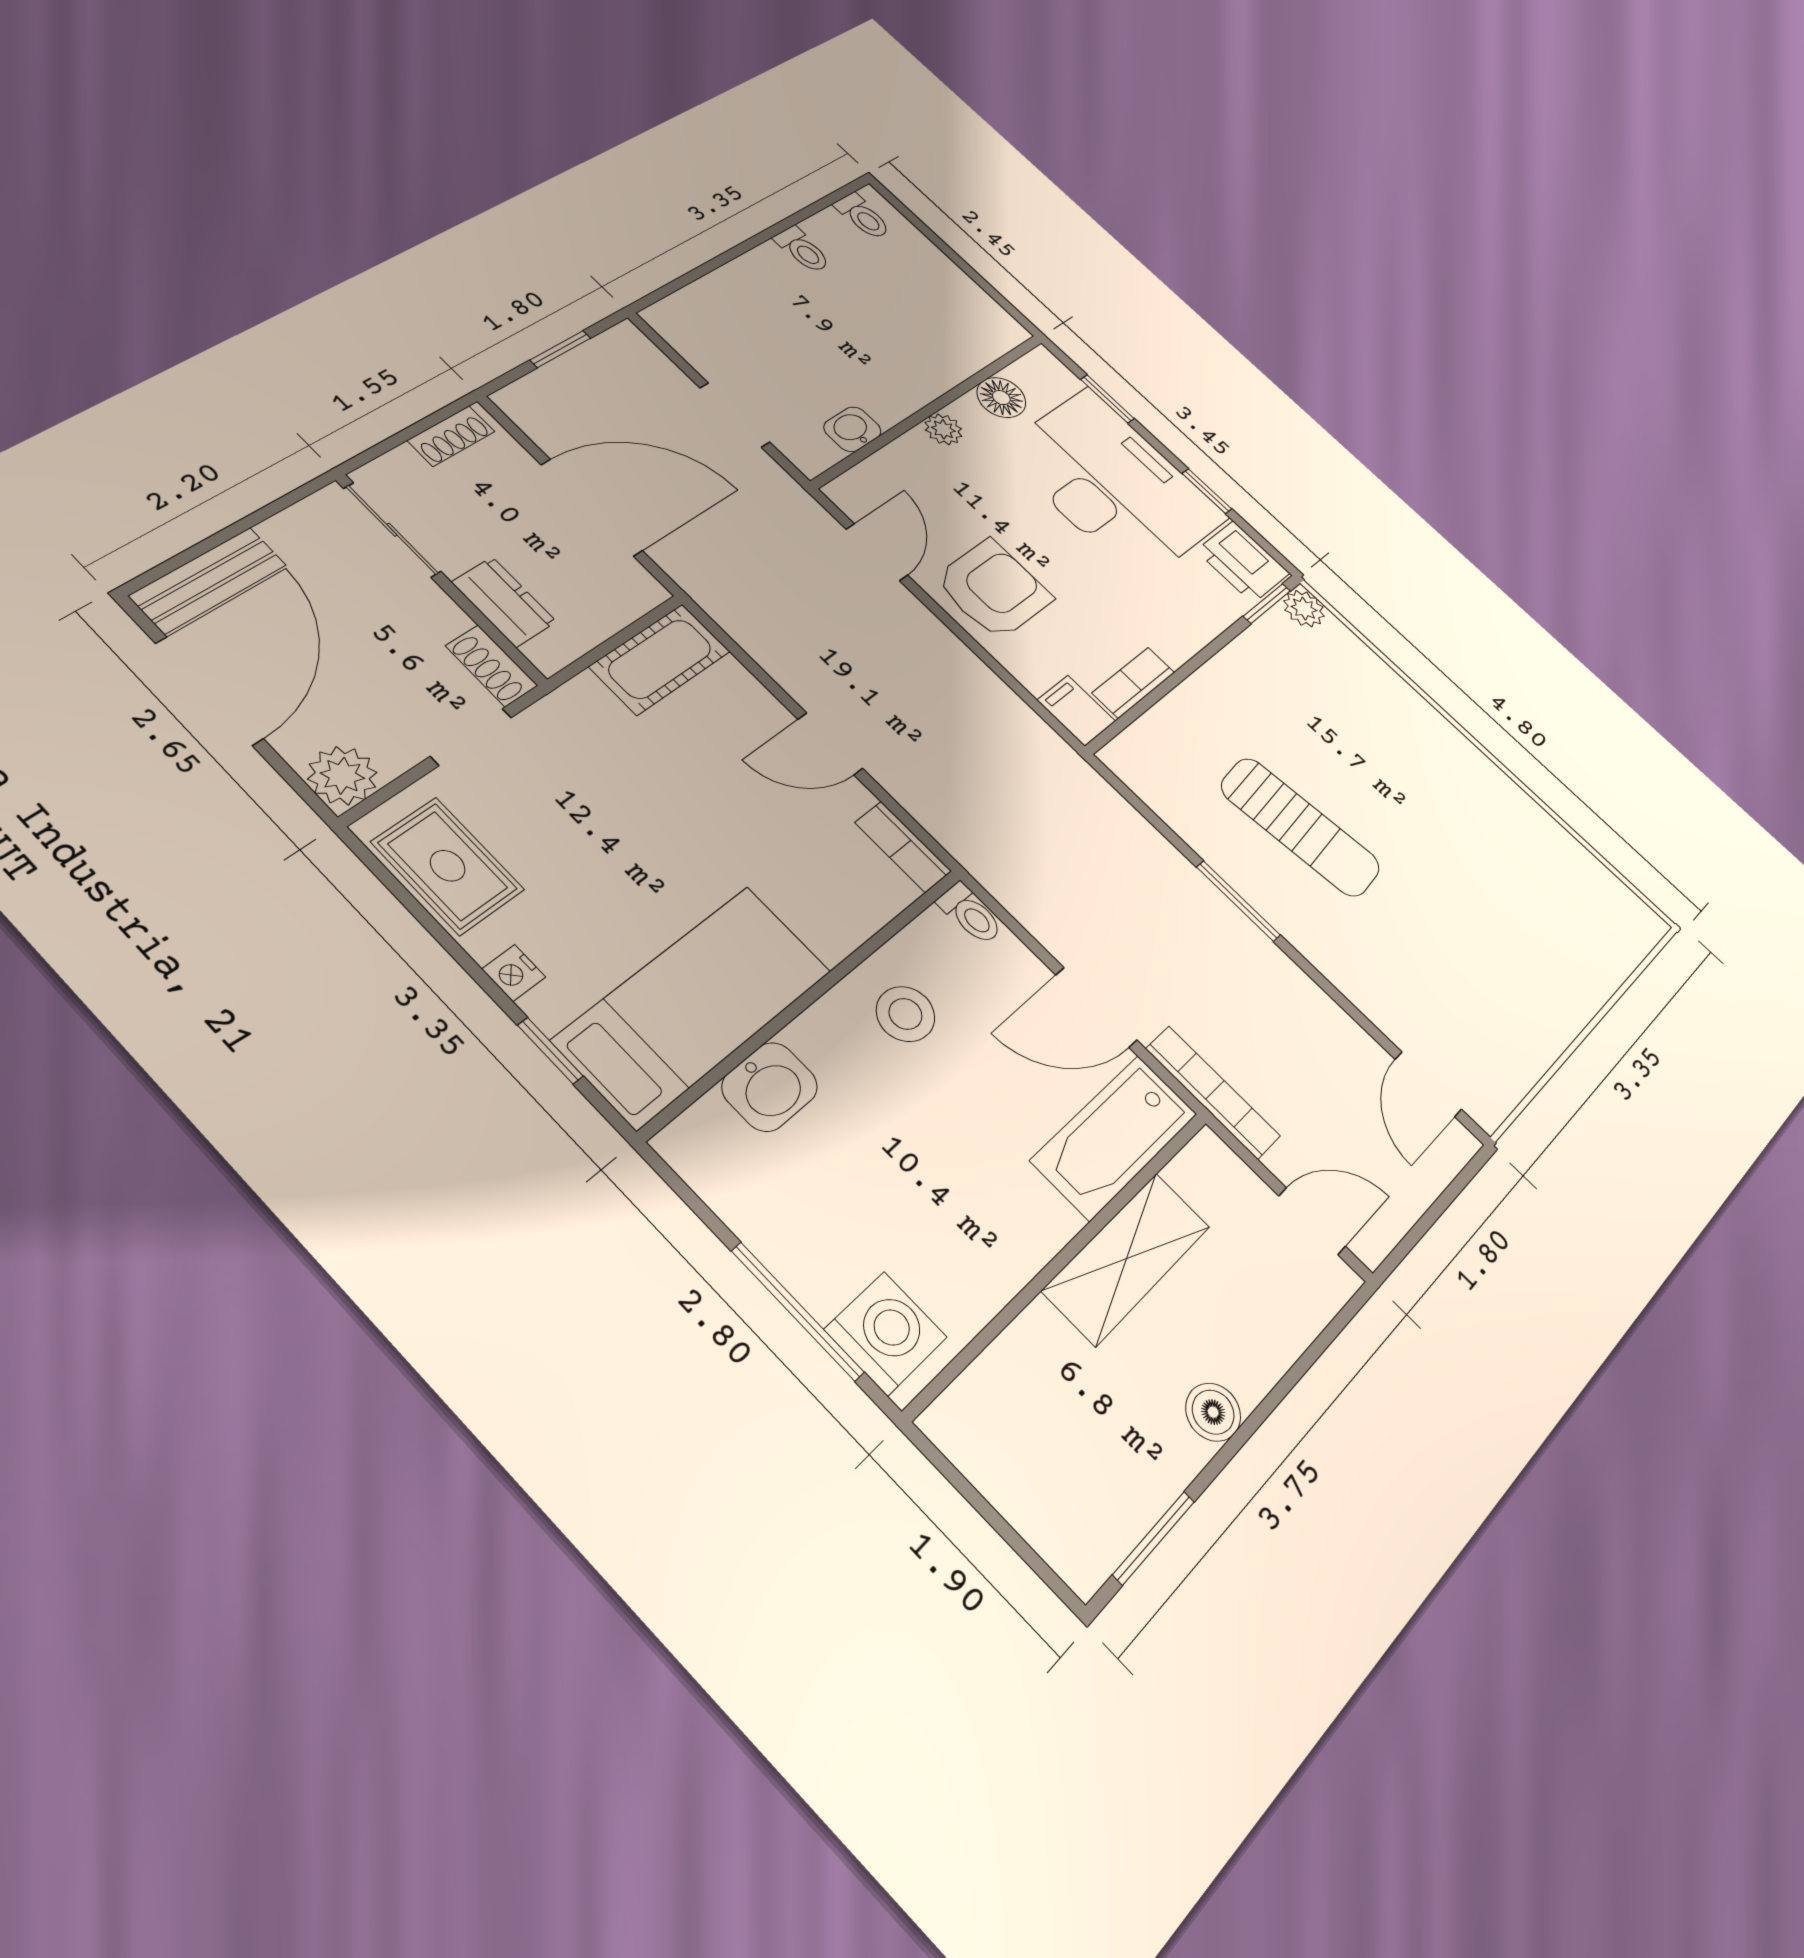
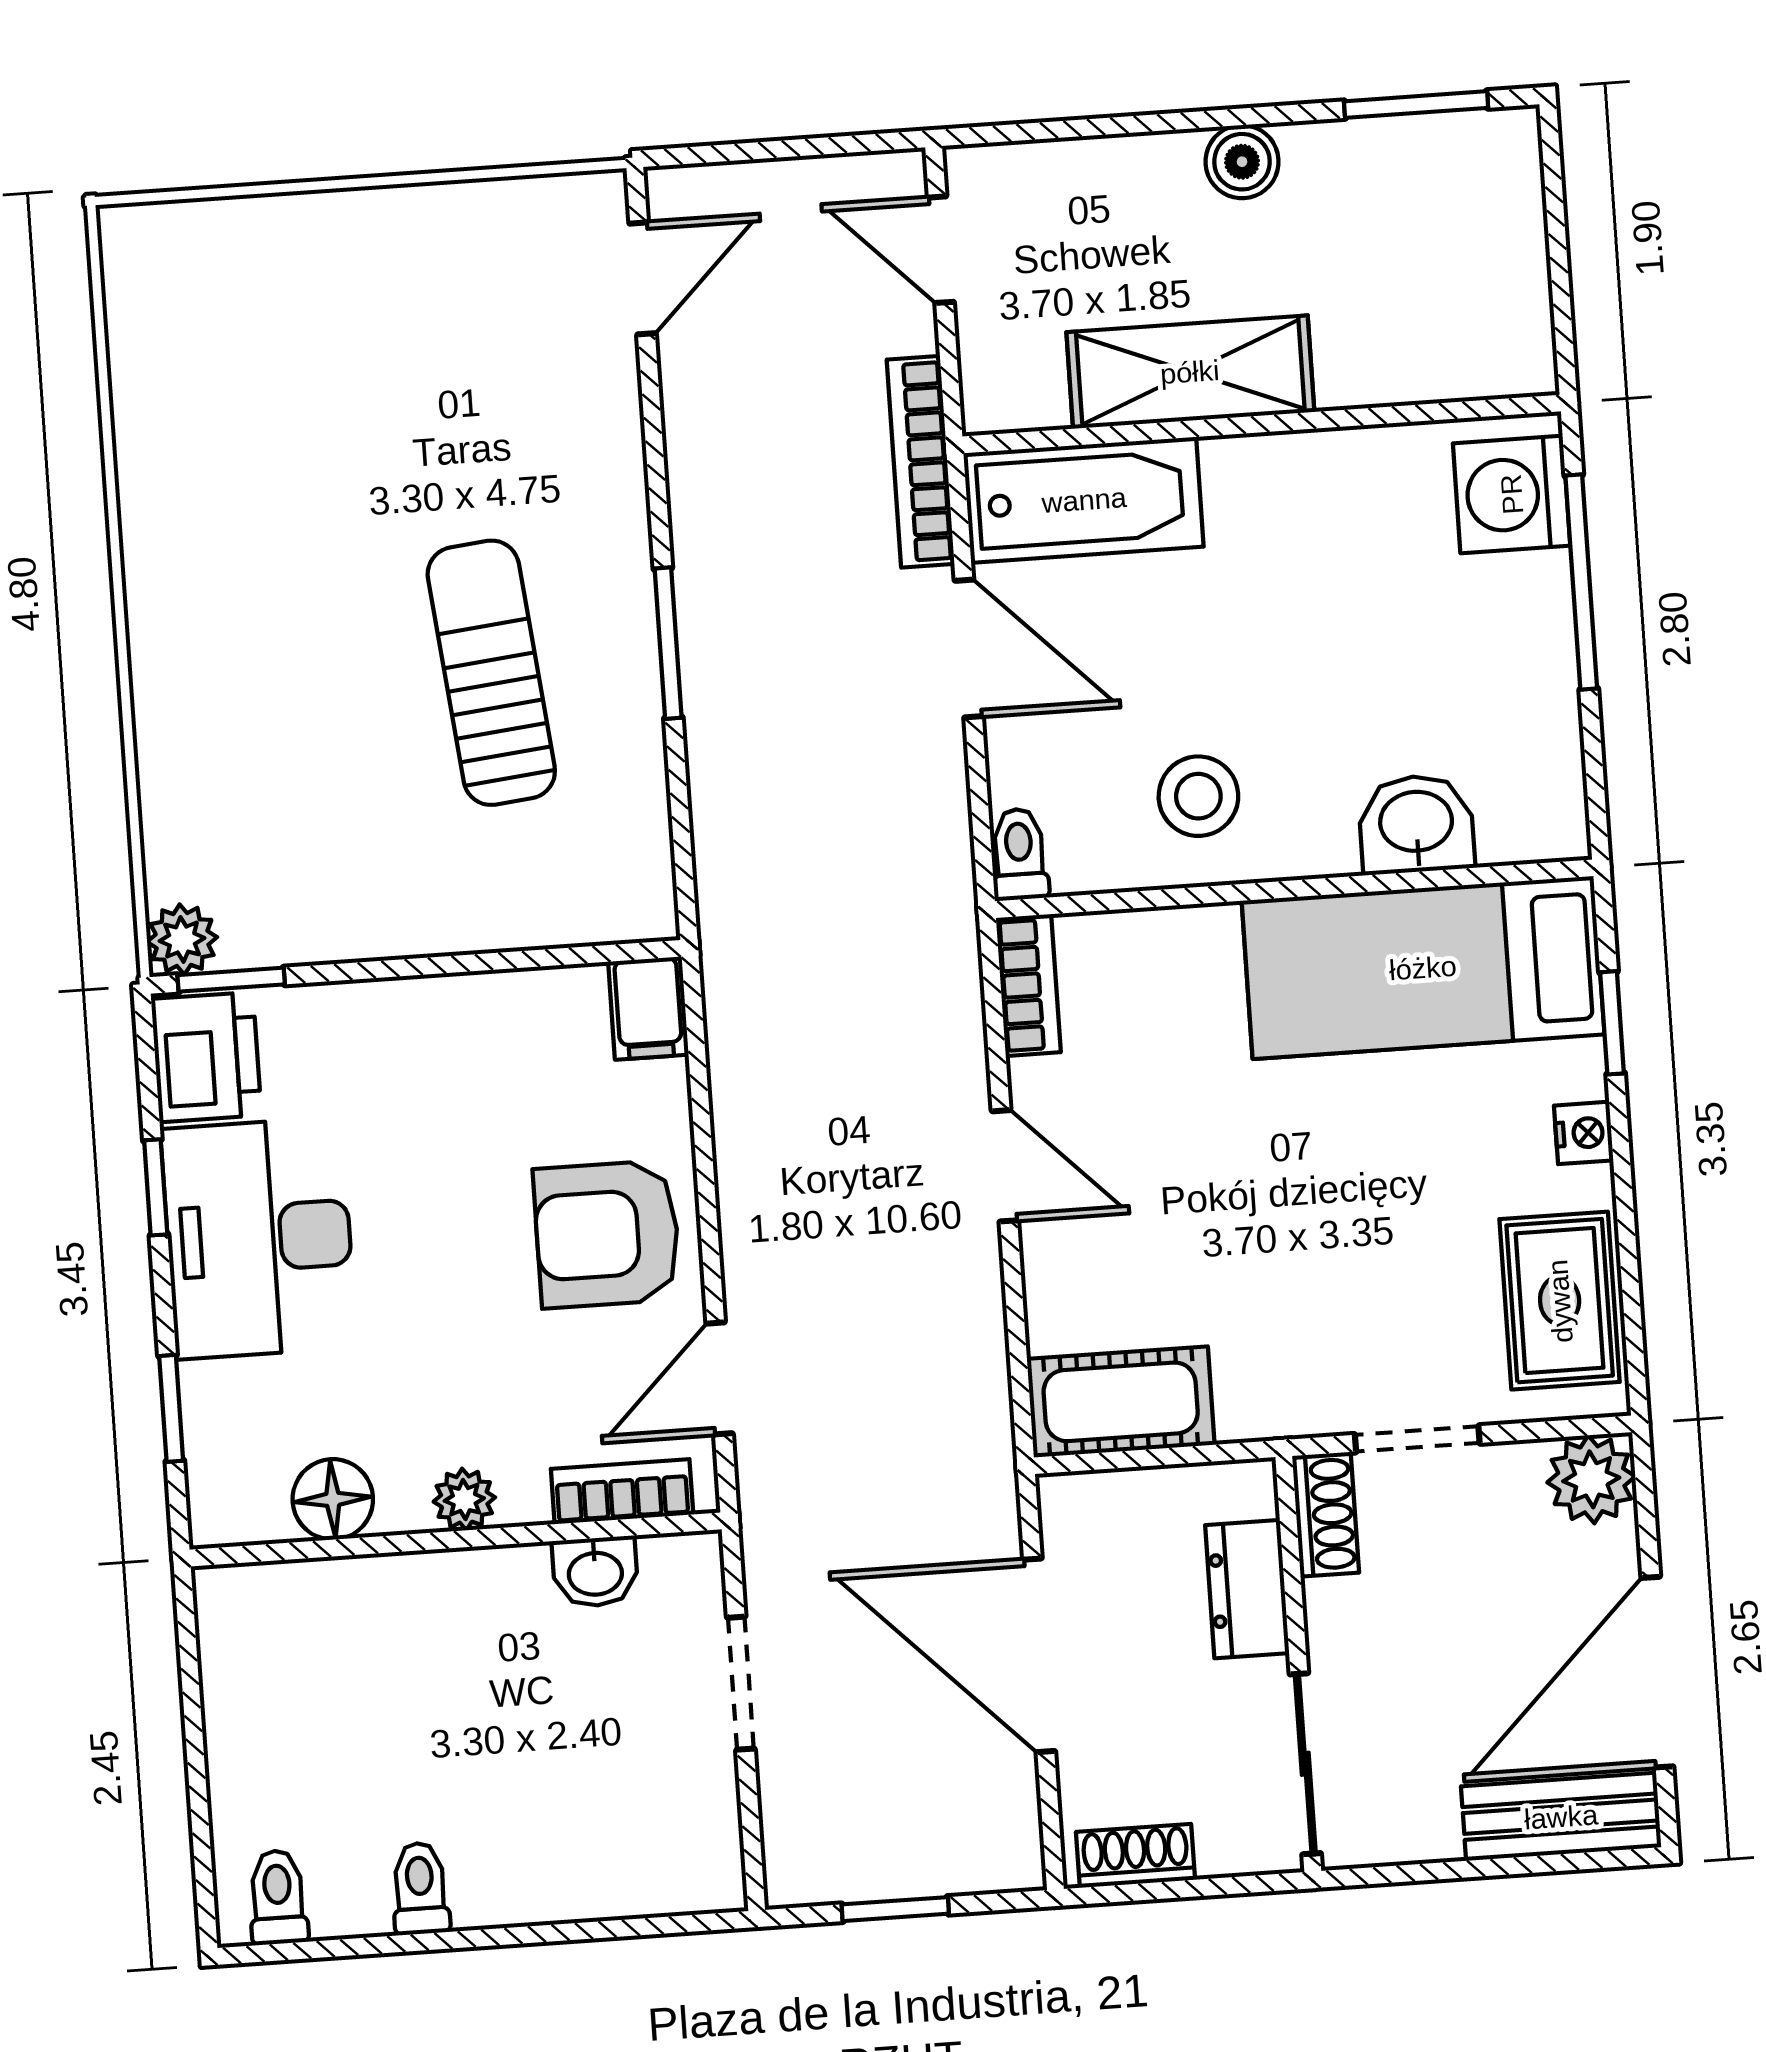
desk: (1114, 484) -> (259, 1238), width x0.73, depth x0.77
bookcase: (1133, 683) -> (622, 1492), moved, turned 180

